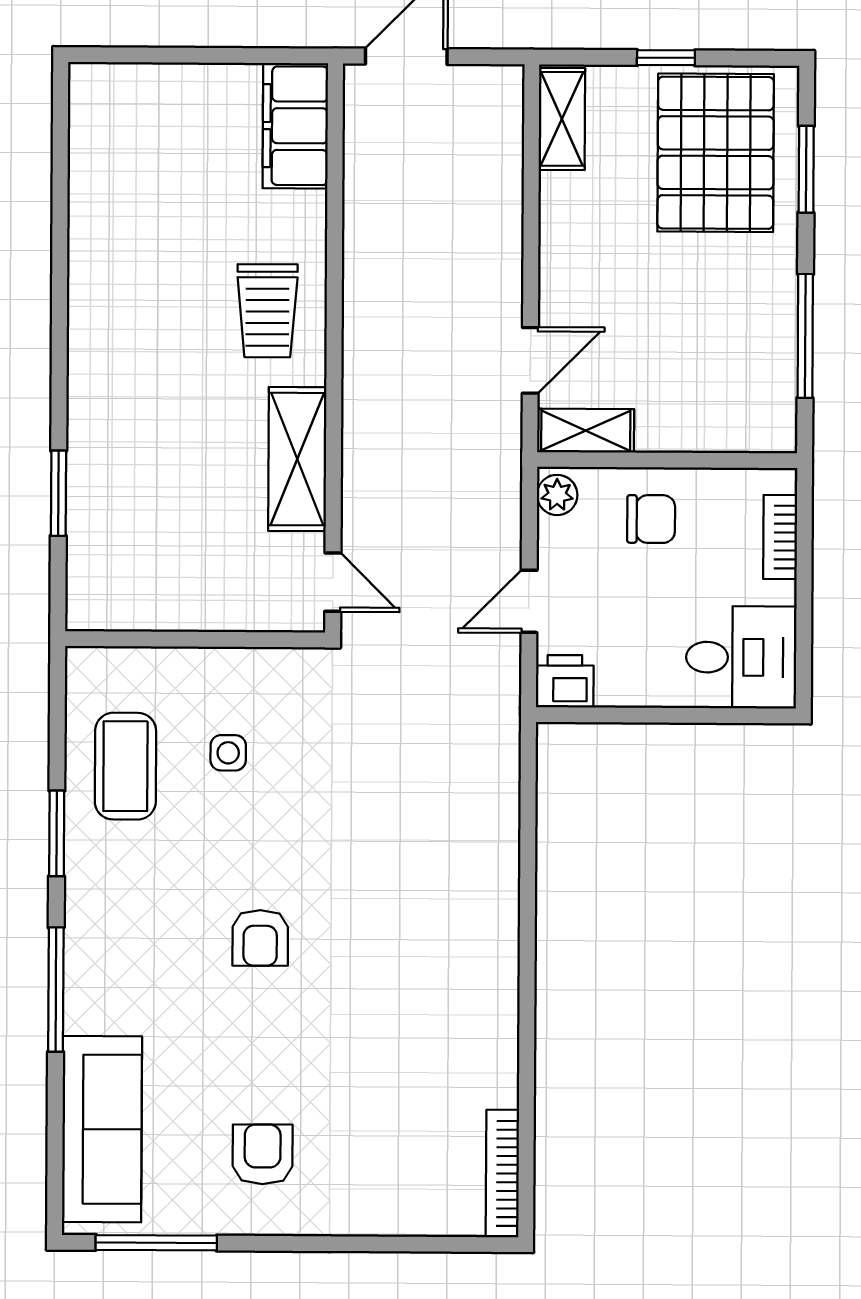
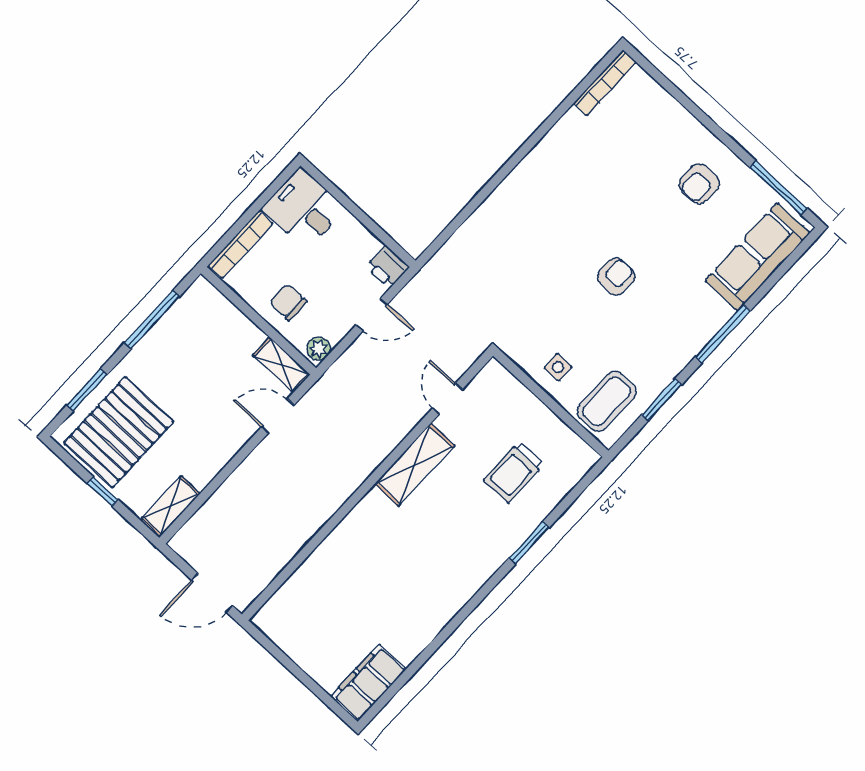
filing cabinet: (295, 126) -> (368, 683), moved, turned 180
trolley: (267, 311) -> (514, 472), moved, turned 180
bookcase: (780, 537) -> (240, 244), width x1.56
wall: (195, 639) -> (551, 403), moved

